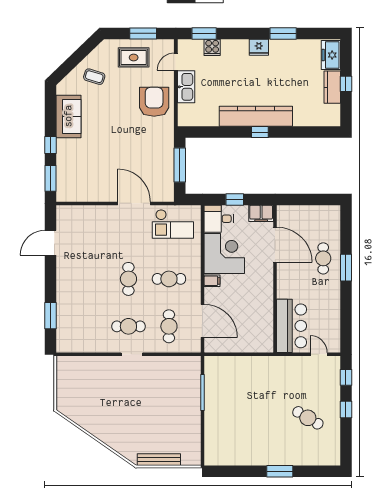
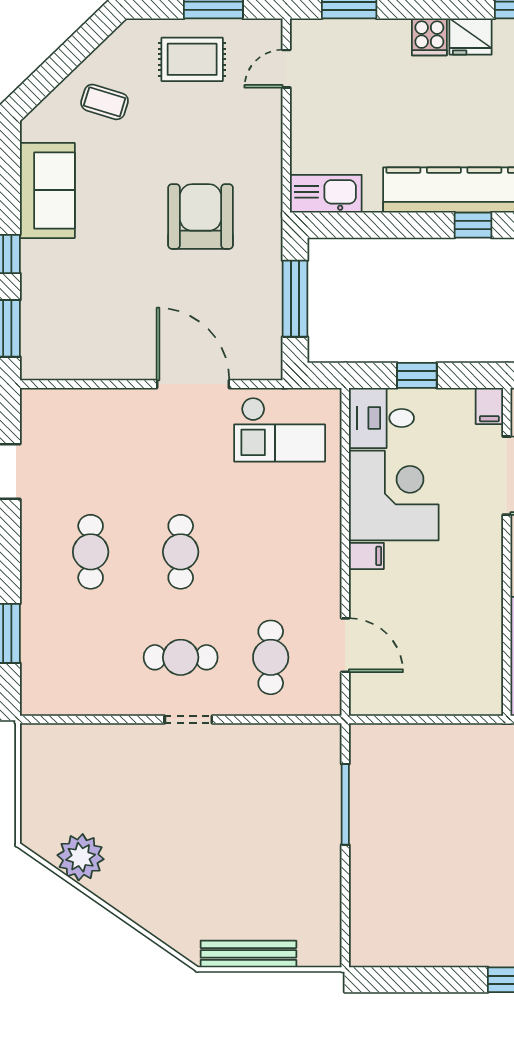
cooker: (212, 47) -> (429, 37), moved
kitchen sink: (186, 87) -> (326, 194), moved, turned -90
armchair: (154, 102) -> (201, 216), moved
filing cabinet: (261, 213) -> (489, 406), width x0.50
cafe table: (169, 279) -> (91, 552), moved, turned 90
door: (202, 321) -> (345, 645), width x0.73
plant: (83, 416) -> (81, 857), added

